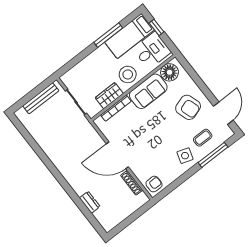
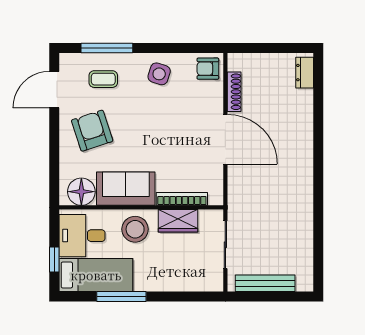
side table: (185, 156) -> (159, 74), moved
dresser: (90, 202) -> (305, 73), moved

